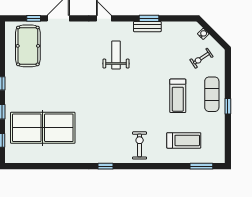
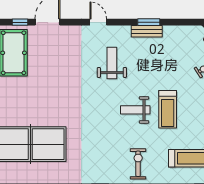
treadmill: (178, 96) -> (168, 109), moved
weight bench: (137, 97) -> (135, 110), added

